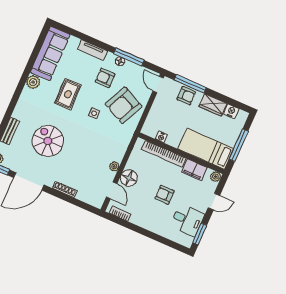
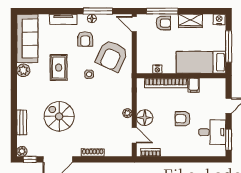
armchair: (105, 78) -> (85, 39), turned -90
nightstand: (231, 111) -> (219, 19), moved
filing cabinet: (194, 170) -> (194, 85), width x0.50
plant: (216, 177) -> (220, 83), removed

